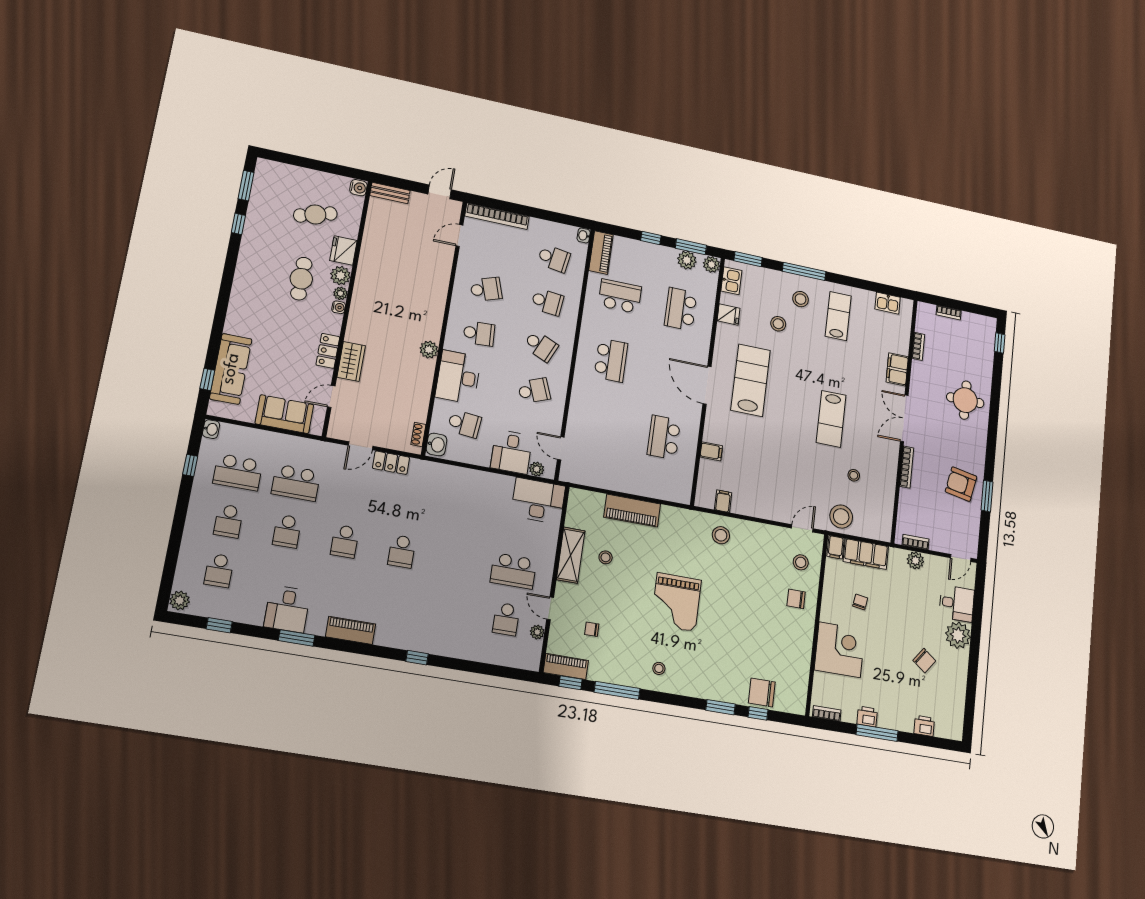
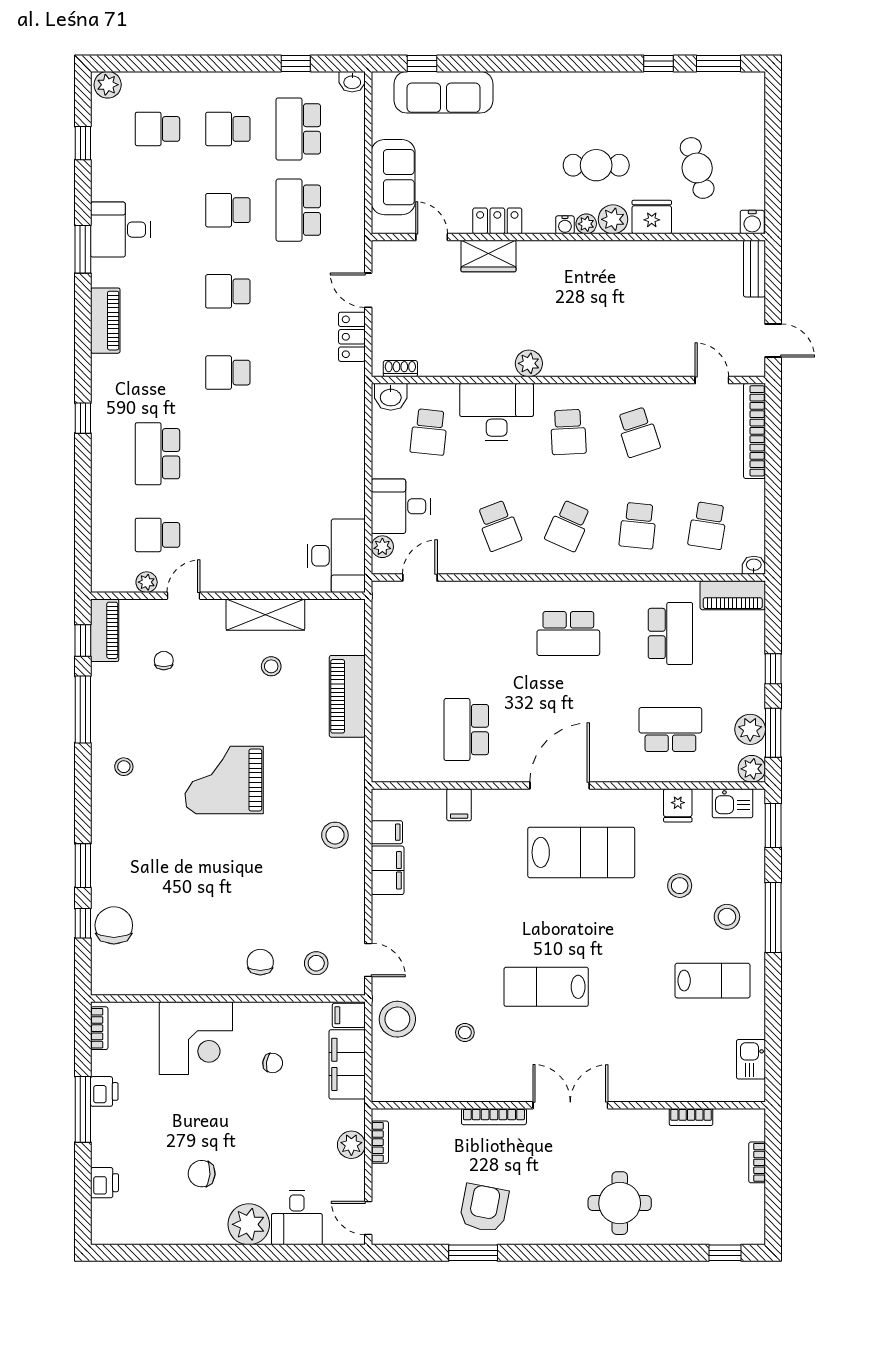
filing cabinet: (897, 369) -> (388, 870), moved, turned 90
school desk: (664, 437) -> (466, 730), turned -90
school desk: (513, 571) -> (157, 454), moved
chair: (924, 661) -> (202, 1174), turned 57

